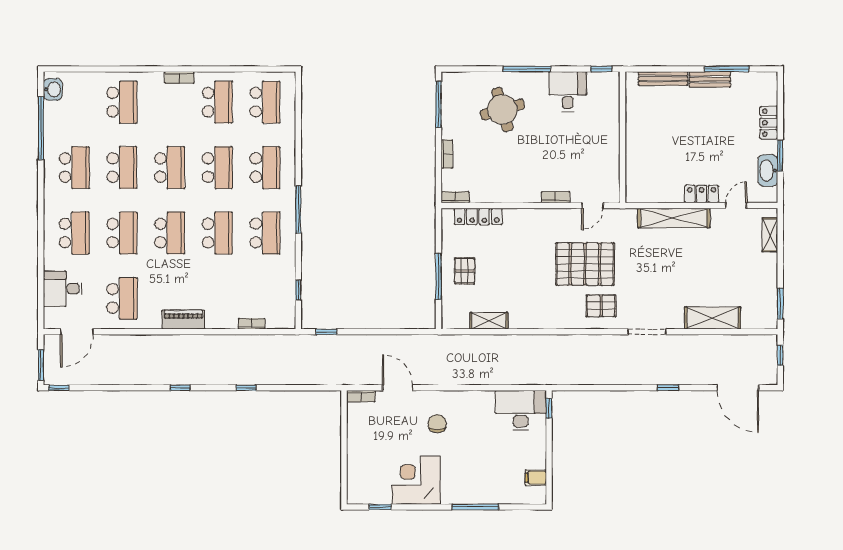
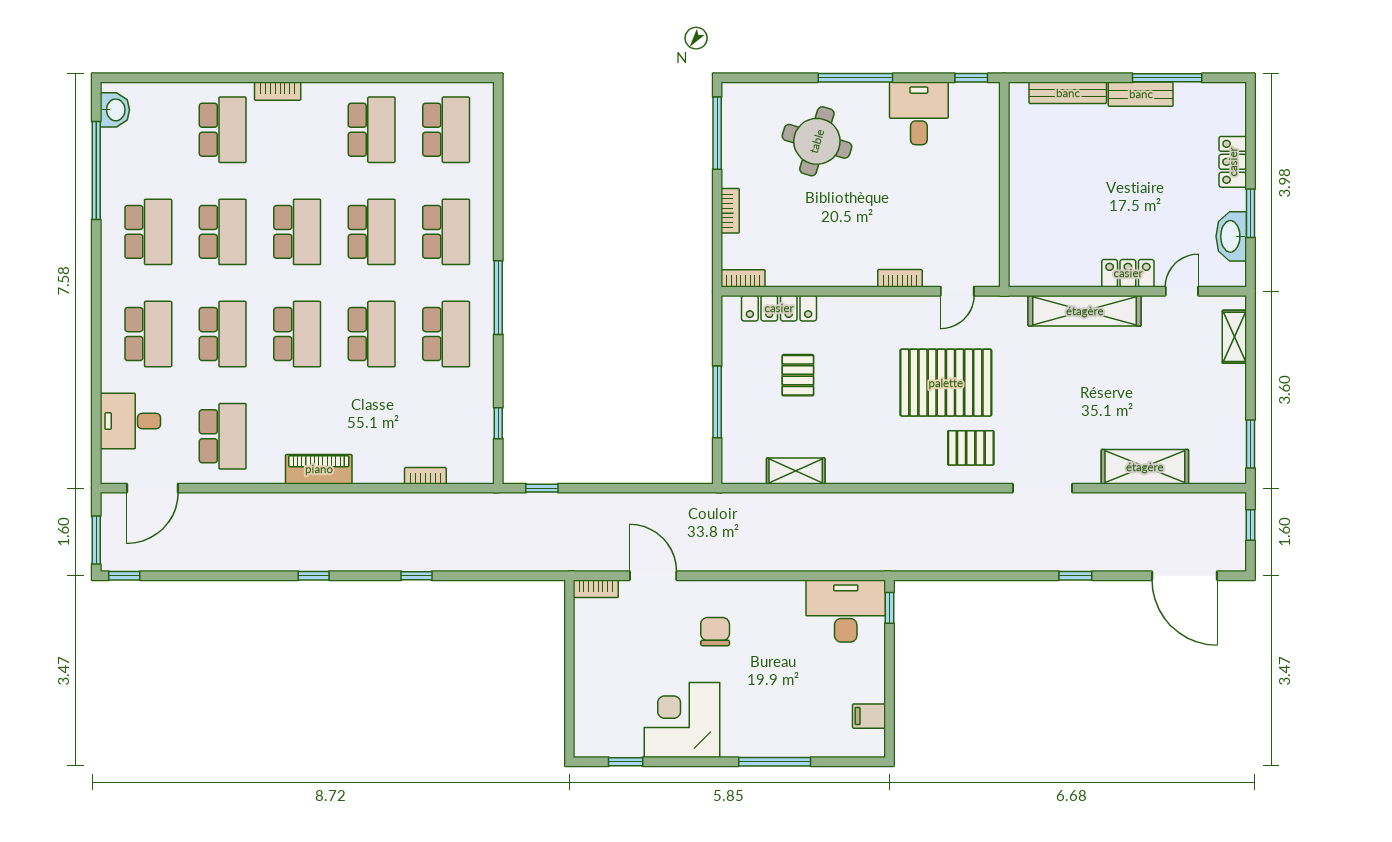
bookcase: (179, 77) -> (278, 91), moved
round table: (502, 110) -> (817, 141), turned 33
pallet: (465, 271) -> (798, 375), moved

